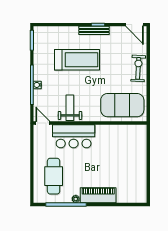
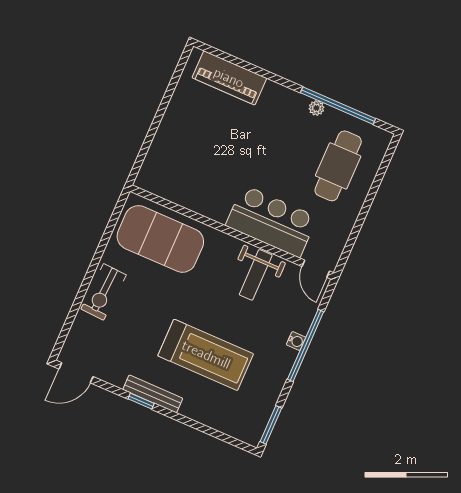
door: (134, 25) -> (76, 373), swing flipped
treadmill: (77, 60) -> (206, 355), turned 180
piano: (98, 195) -> (229, 78), moved

